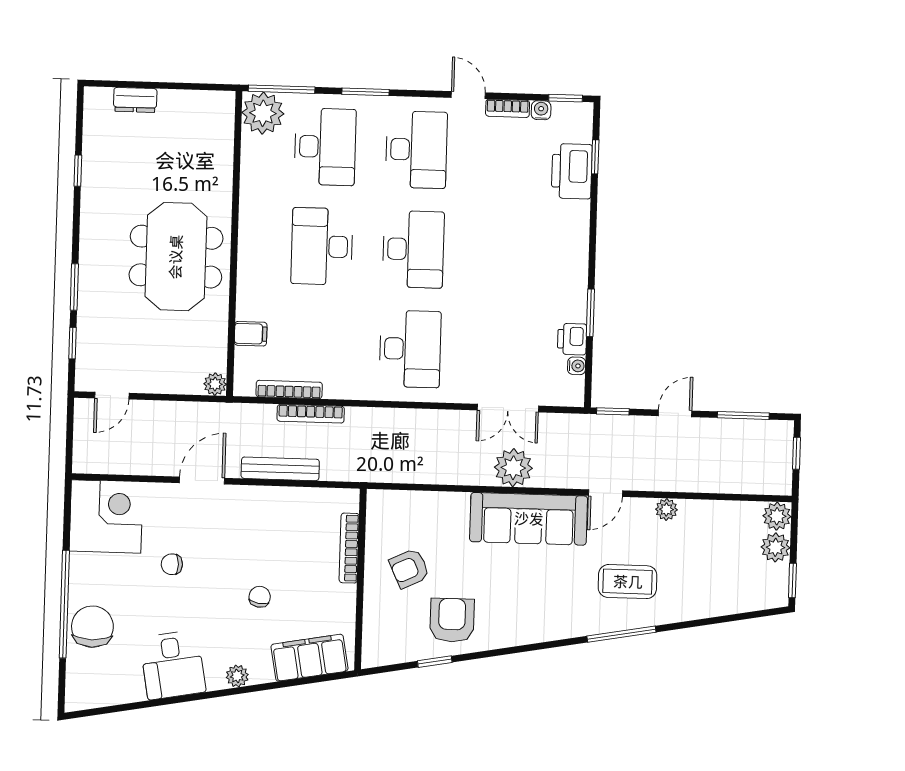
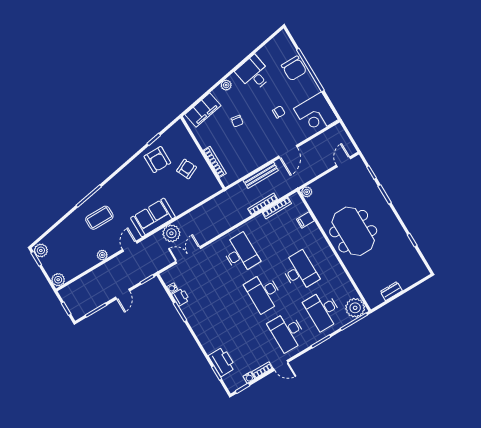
dresser: (135, 100) -> (391, 291), moved
desk: (410, 349) -> (240, 254), turned 180
sofa: (529, 519) -> (153, 217), width x0.73
plant: (775, 547) -> (41, 250), moved

